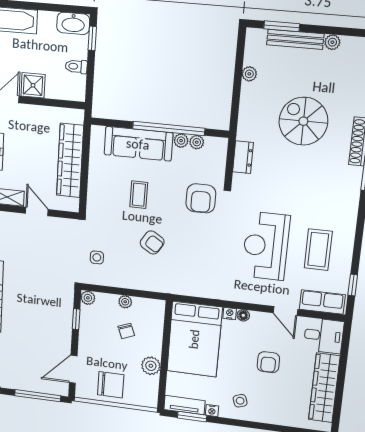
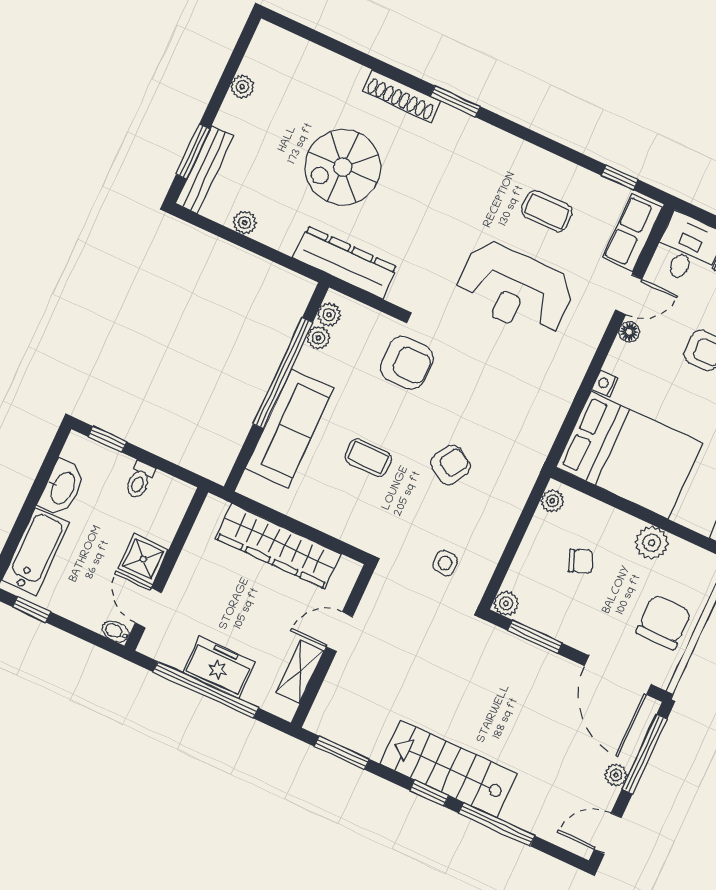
washbasin: (73, 23) -> (62, 488), moved
bench: (295, 39) -> (204, 170), moved
plant: (181, 141) -> (329, 315), moved
dresser: (243, 157) -> (345, 262), width x1.96, depth x1.24
coffee table: (318, 250) -> (547, 211), width x0.73, depth x0.77
plant: (125, 302) -> (552, 501), moved
floor lamp: (243, 315) -> (629, 332), moved
window: (76, 319) -> (535, 637), width x1.50
door: (73, 369) -> (618, 675), width x1.36
plant: (21, 384) -> (616, 775), added

